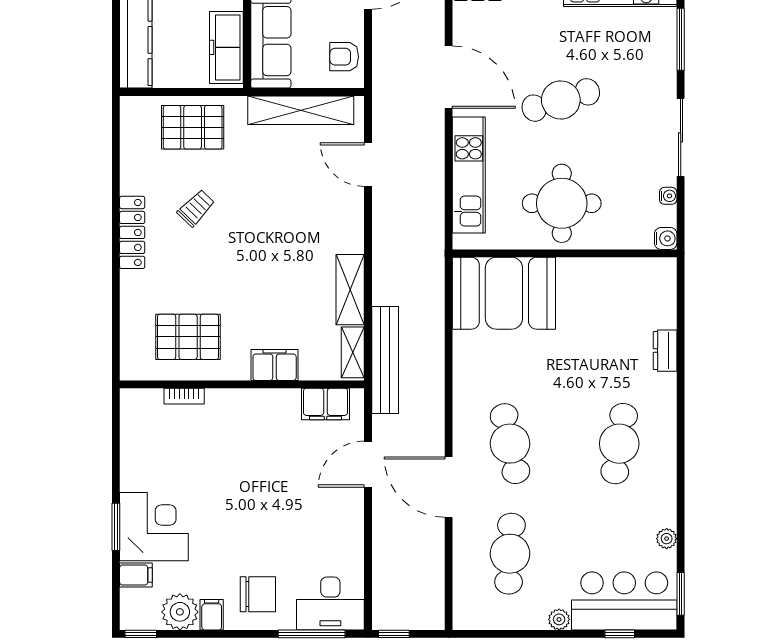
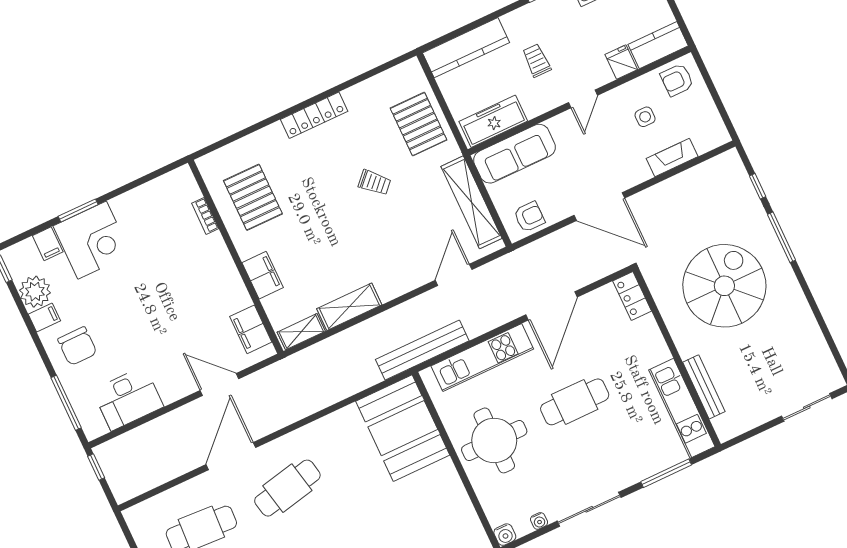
armchair: (344, 57) -> (529, 217), turned 90
cafe table: (561, 100) -> (575, 402), turned -73
trolley: (196, 208) -> (374, 182), moved
bench: (385, 360) -> (422, 350), moved
desk: (330, 604) -> (128, 398), moved, turned -90

